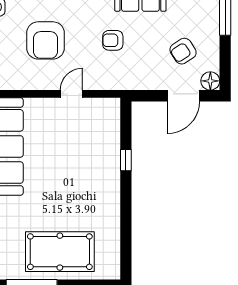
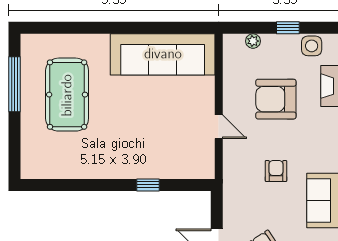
pool table: (60, 252) -> (67, 95), moved

